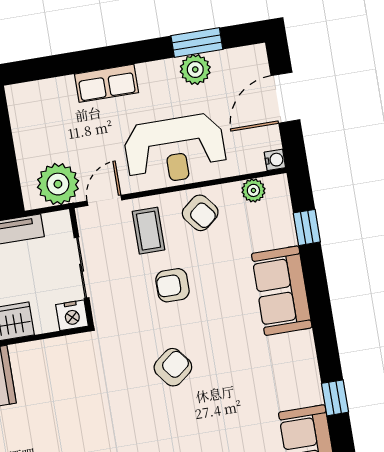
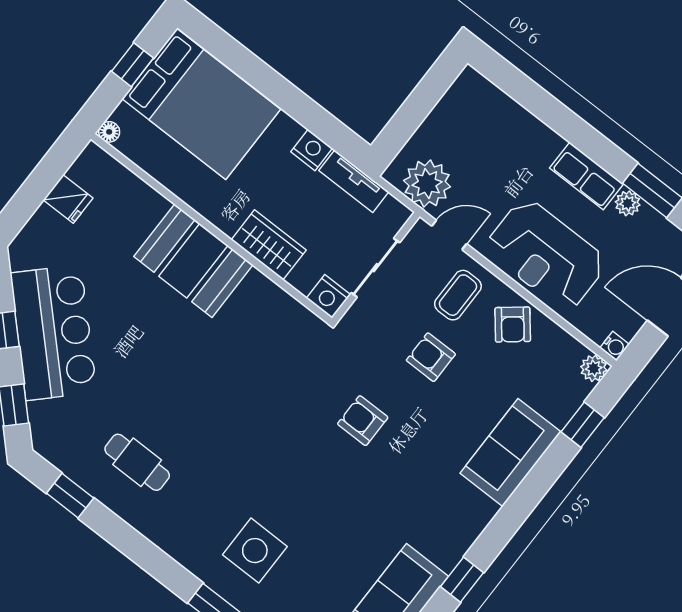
plant: (195, 69) -> (628, 203), width x0.73, depth x0.73
row of seats: (107, 83) -> (587, 176), moved
plant: (253, 190) -> (594, 368), moved
armchair: (173, 367) -> (363, 421), turned -142

